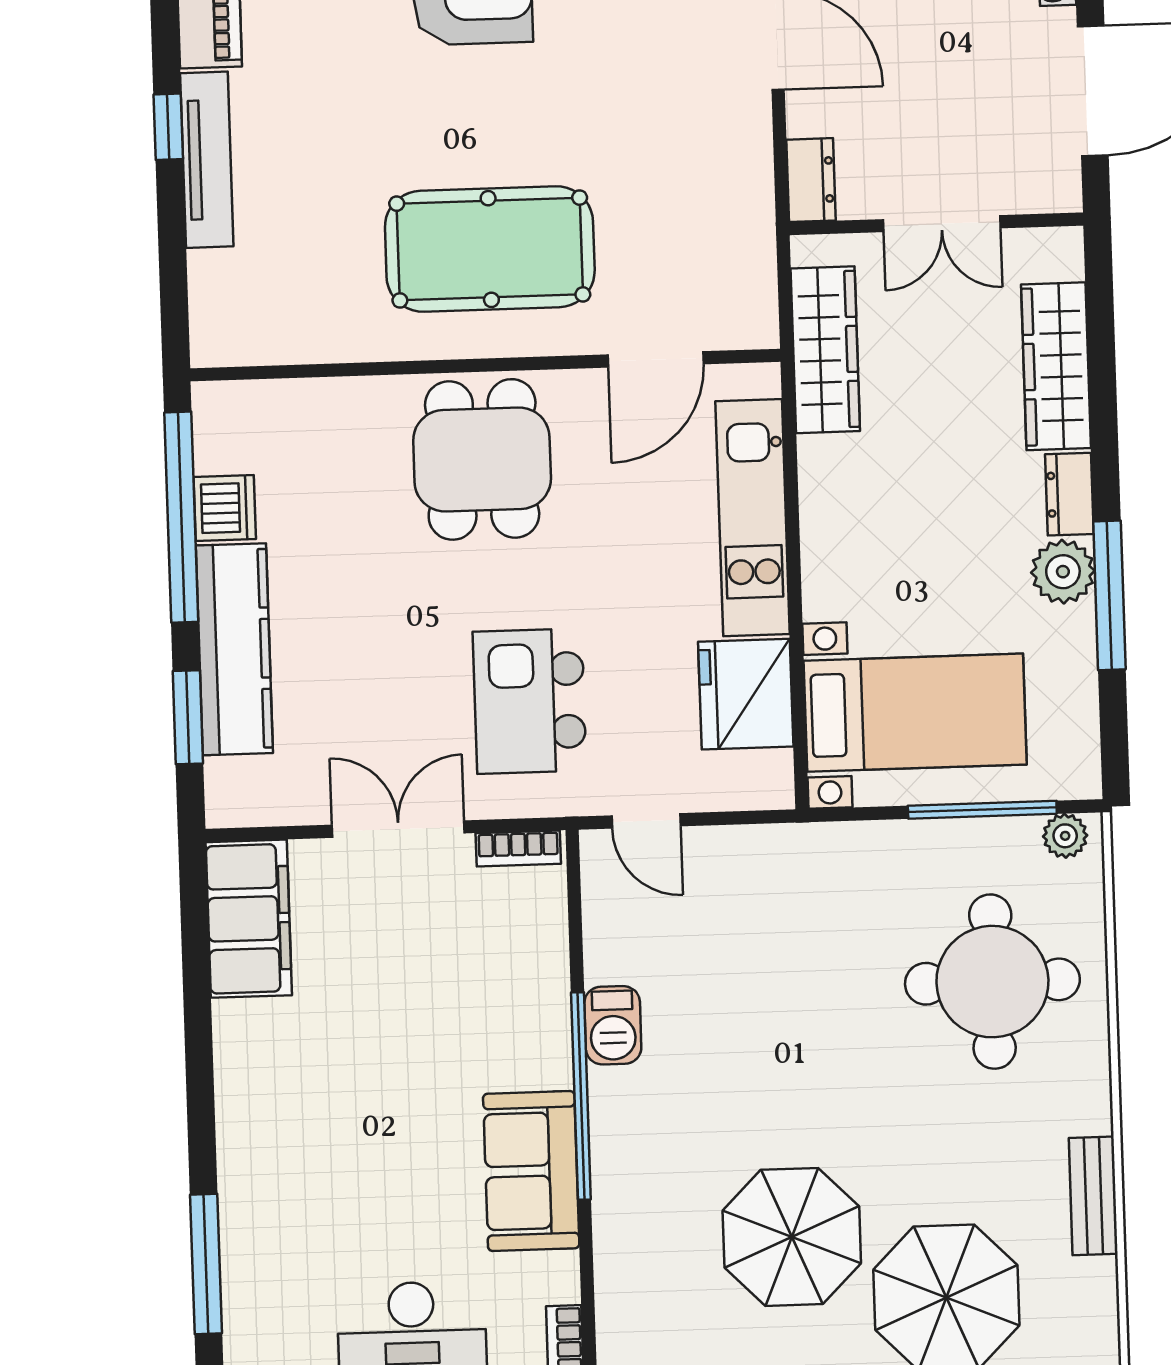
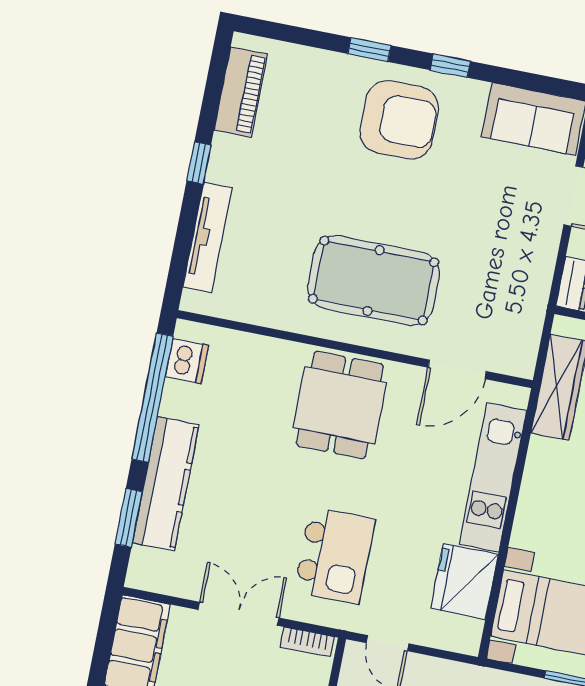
tv unit: (207, 160) -> (207, 237), moved
dishwasher: (225, 508) -> (187, 361), moved
kitchen island: (530, 701) -> (335, 556), turned 180

